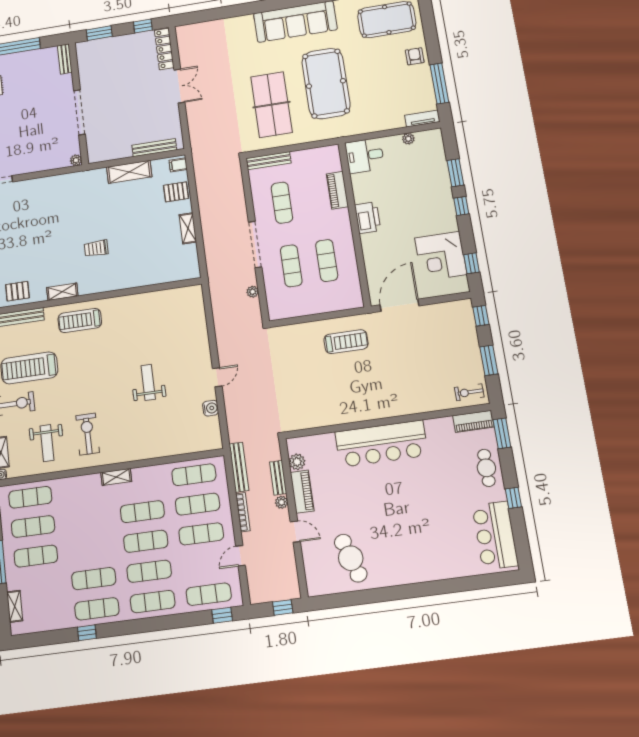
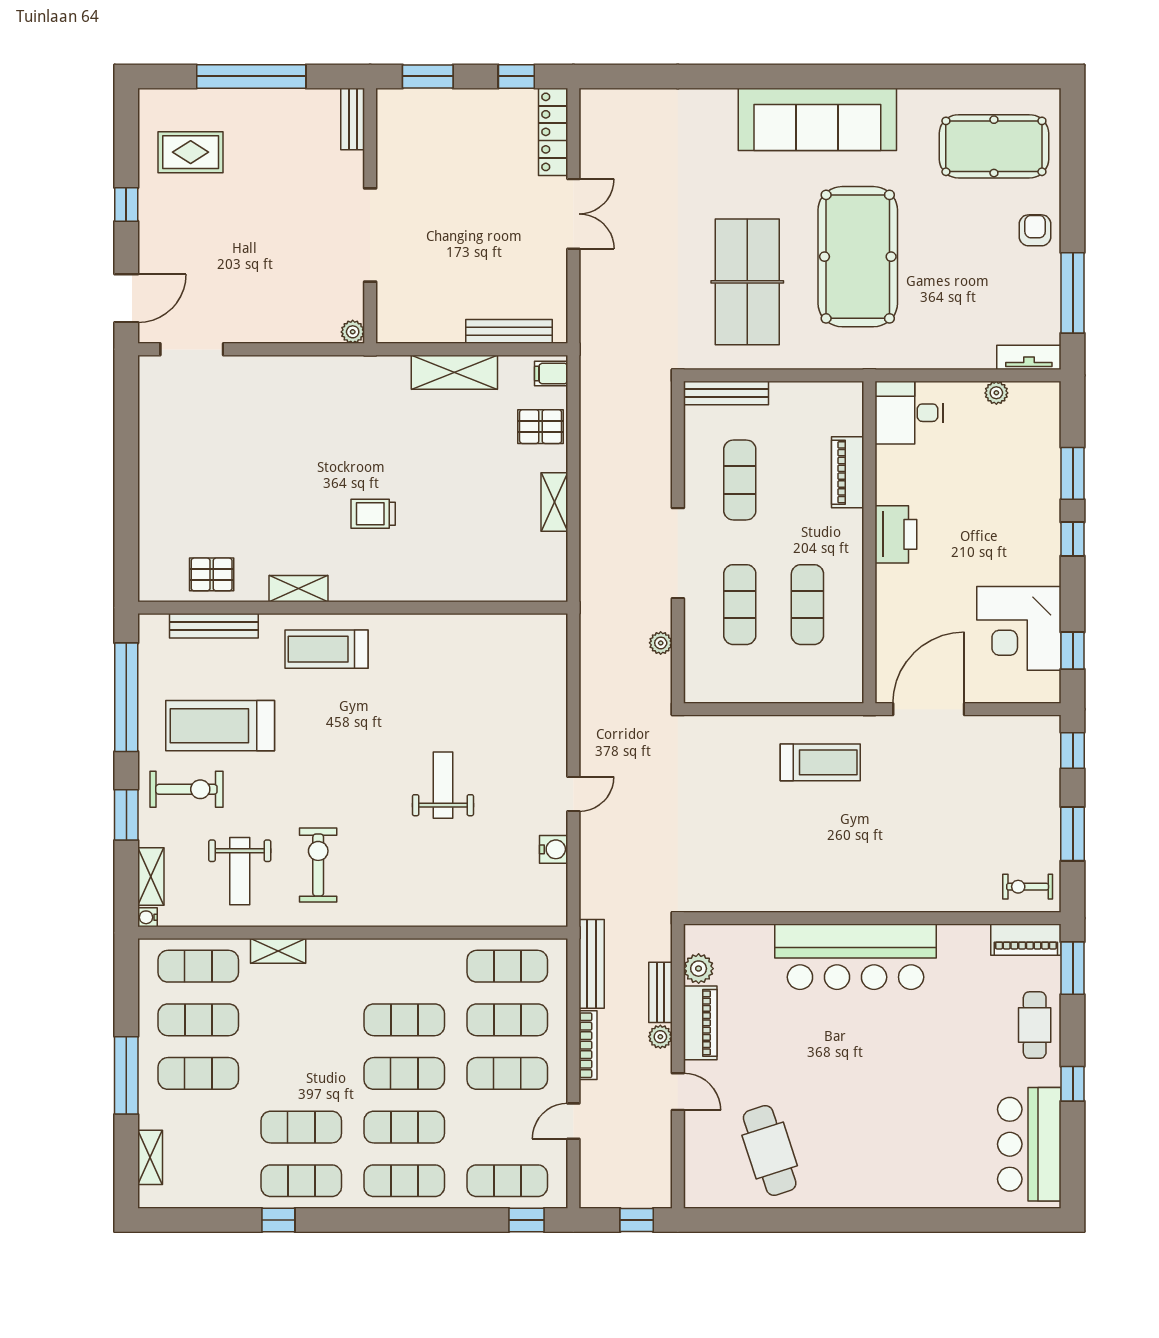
shelving: (116, 477) -> (278, 951), moved

